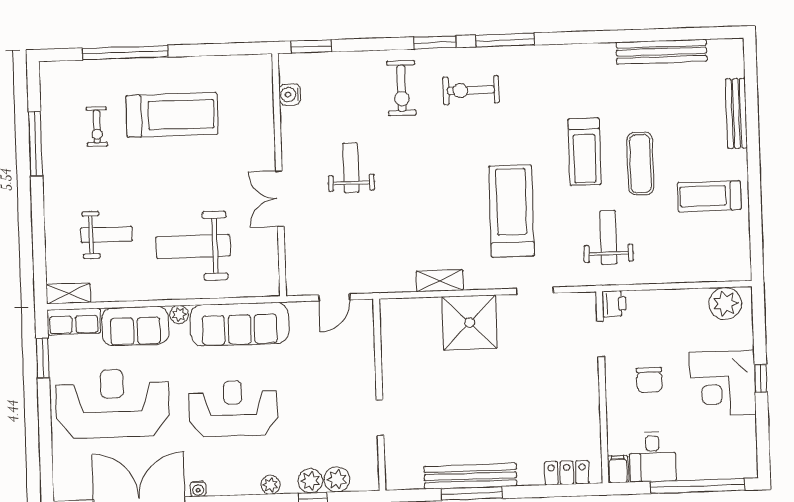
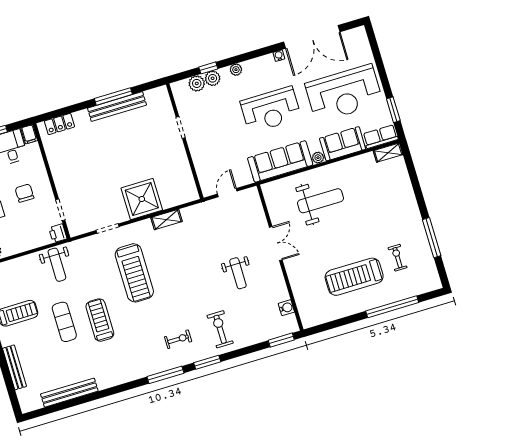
exercise bike: (471, 90) -> (178, 339), width x0.73, depth x0.72
weight bench: (107, 234) -> (374, 194), removed
weight bench: (608, 237) -> (57, 265), moved

